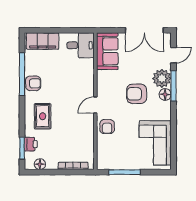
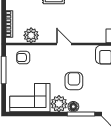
plant: (162, 78) -> (59, 104), moved
armchair: (107, 127) -> (23, 58), moved
plant: (86, 142) -> (31, 35), added

